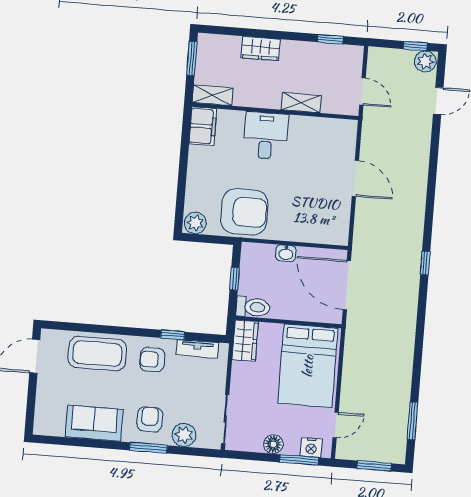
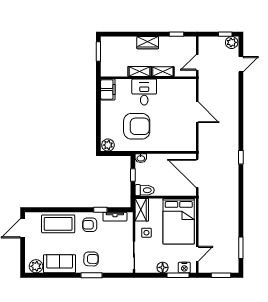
wardrobe: (261, 48) -> (148, 43), moved
door: (362, 91) -> (197, 62), swing flipped
shelving: (213, 95) -> (139, 71), moved
armchair: (244, 212) -> (137, 126), moved
washbasin: (286, 253) -> (141, 158), moved
side table: (250, 381) -> (146, 233), added
armchair: (150, 419) -> (91, 259), turned 91
plant: (184, 435) -> (36, 266), moved

